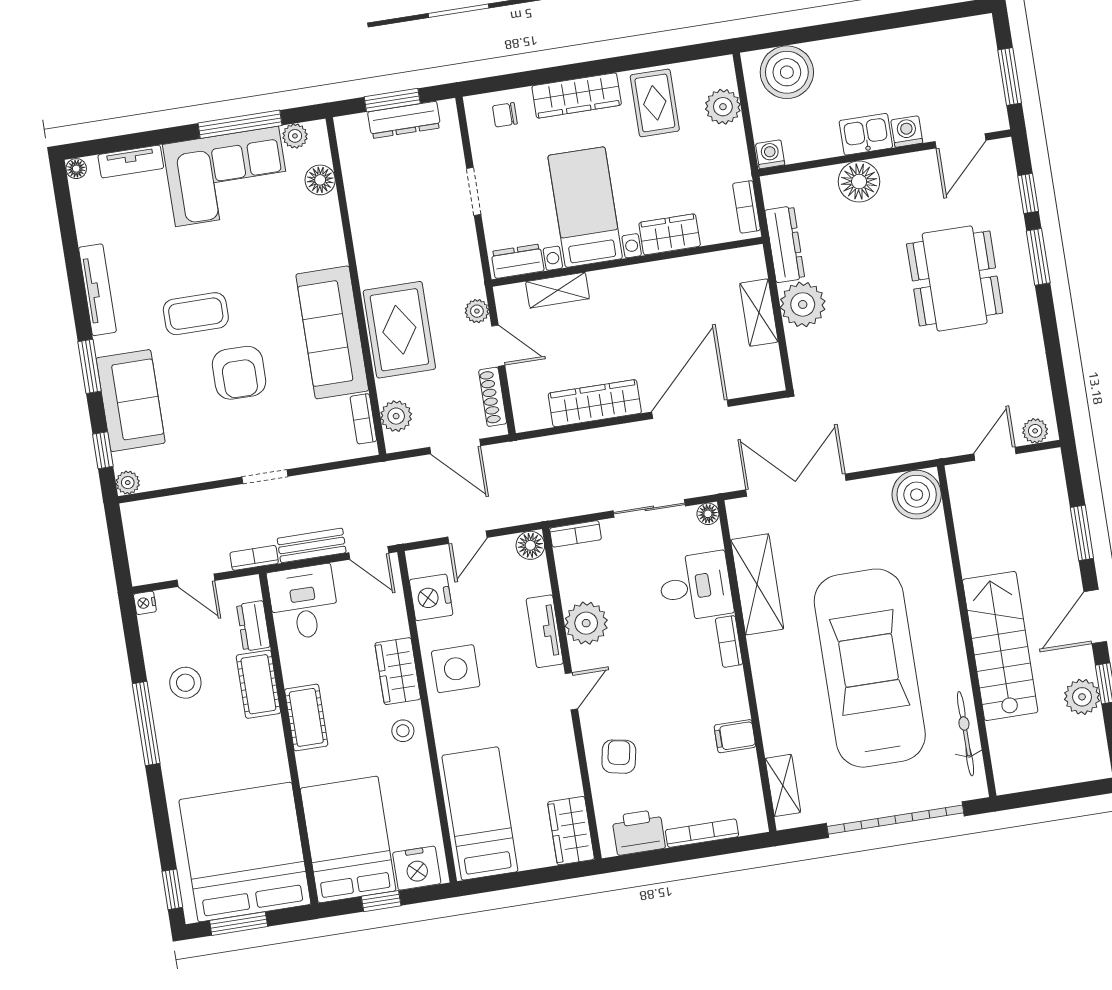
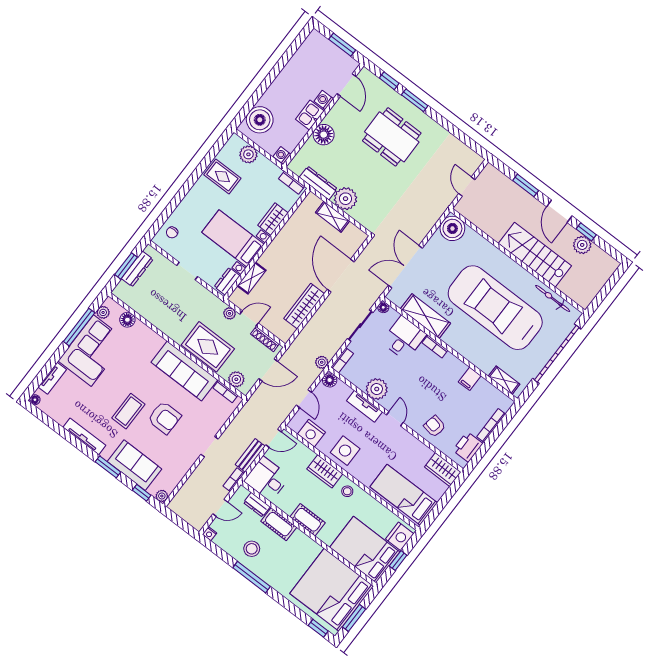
wardrobe: (577, 95) -> (191, 201), removed
plant: (1035, 431) -> (322, 362), moved

